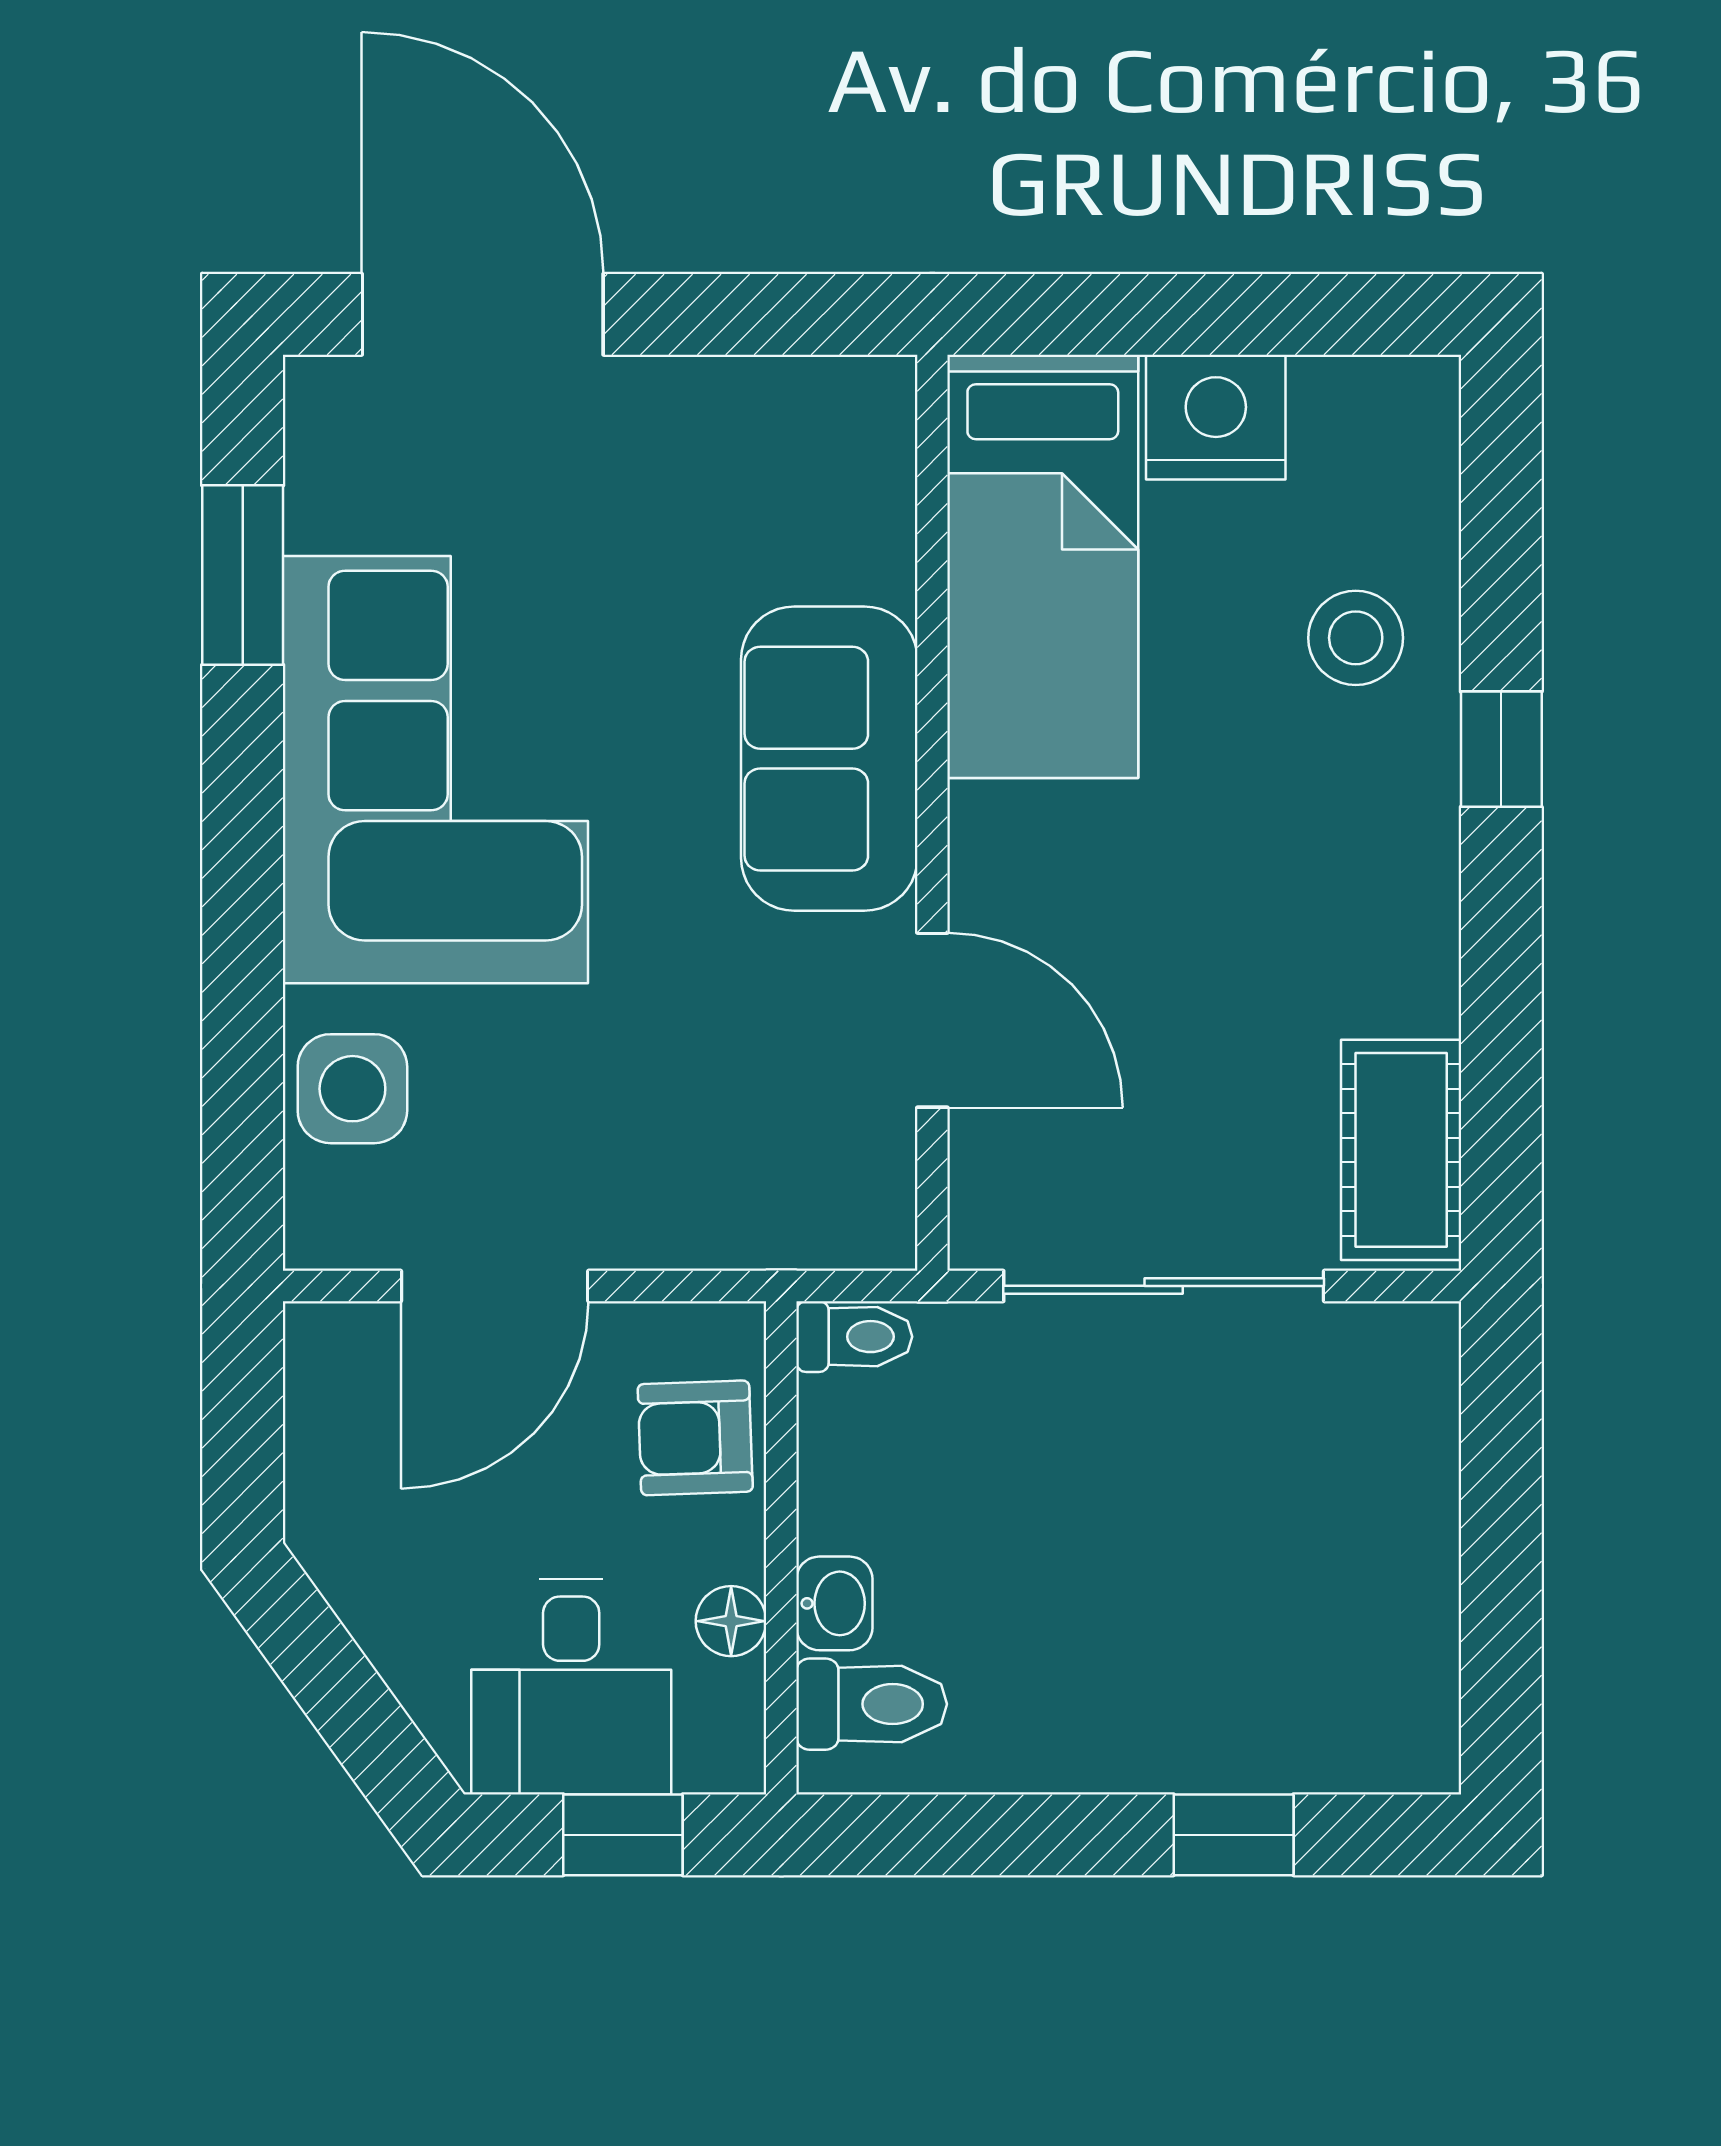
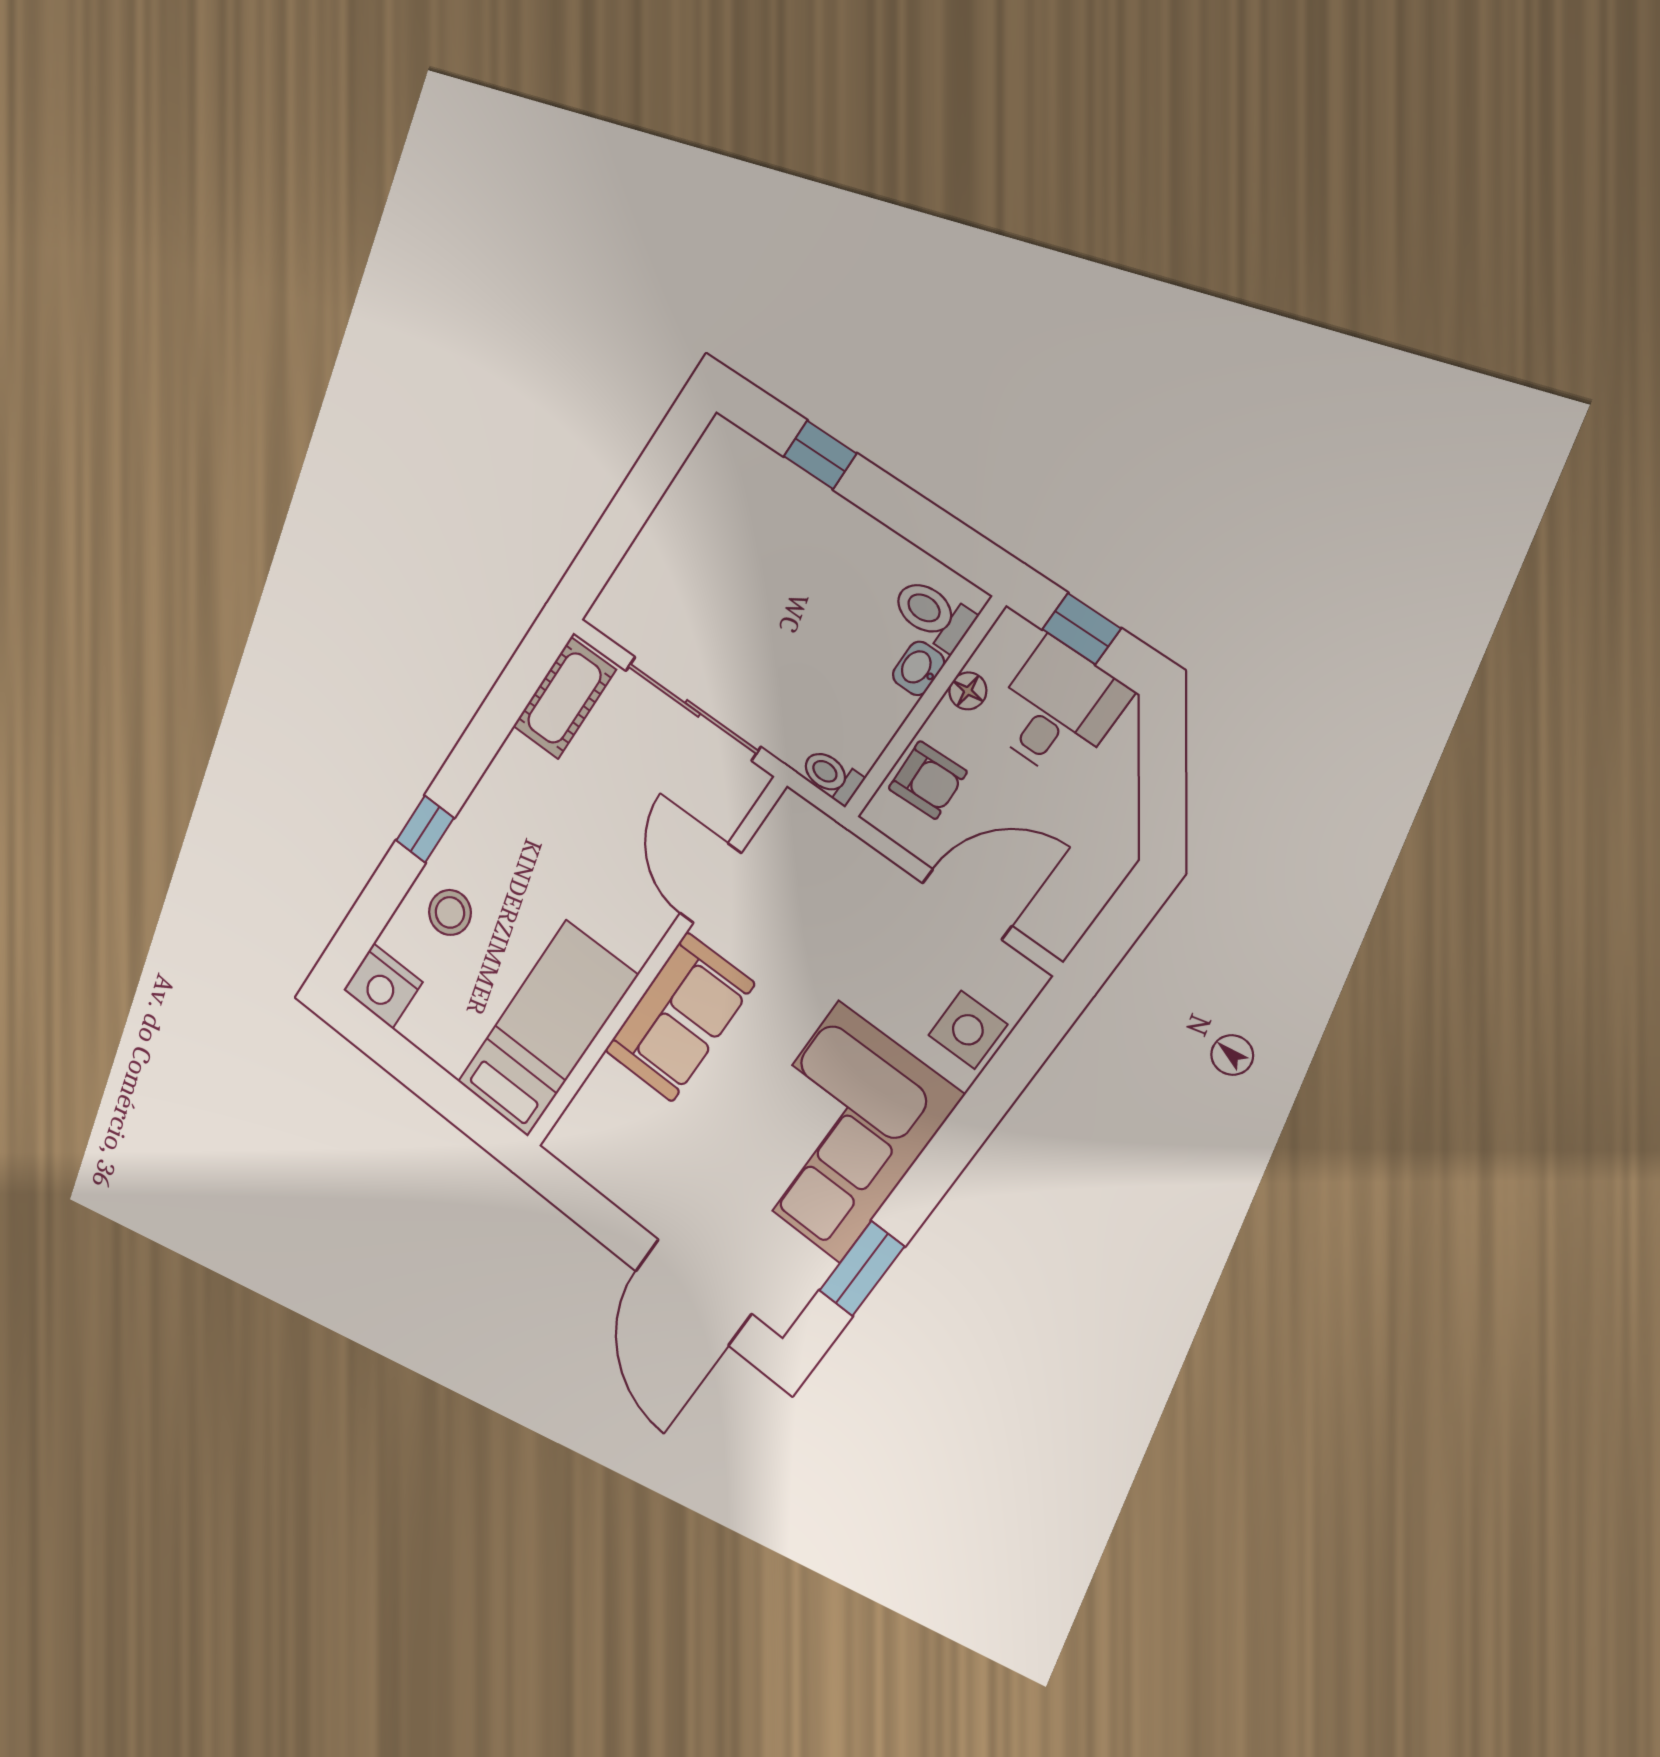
nightstand: (1216, 417) -> (383, 986), moved

